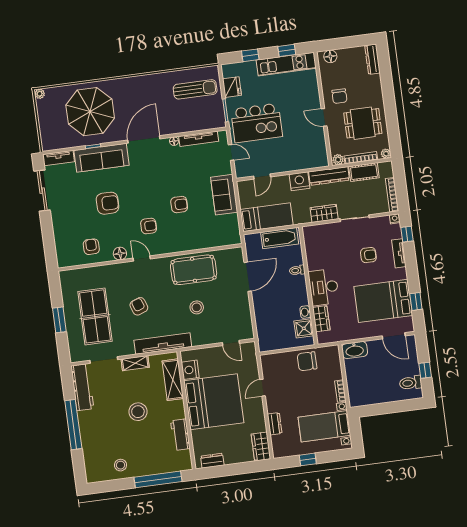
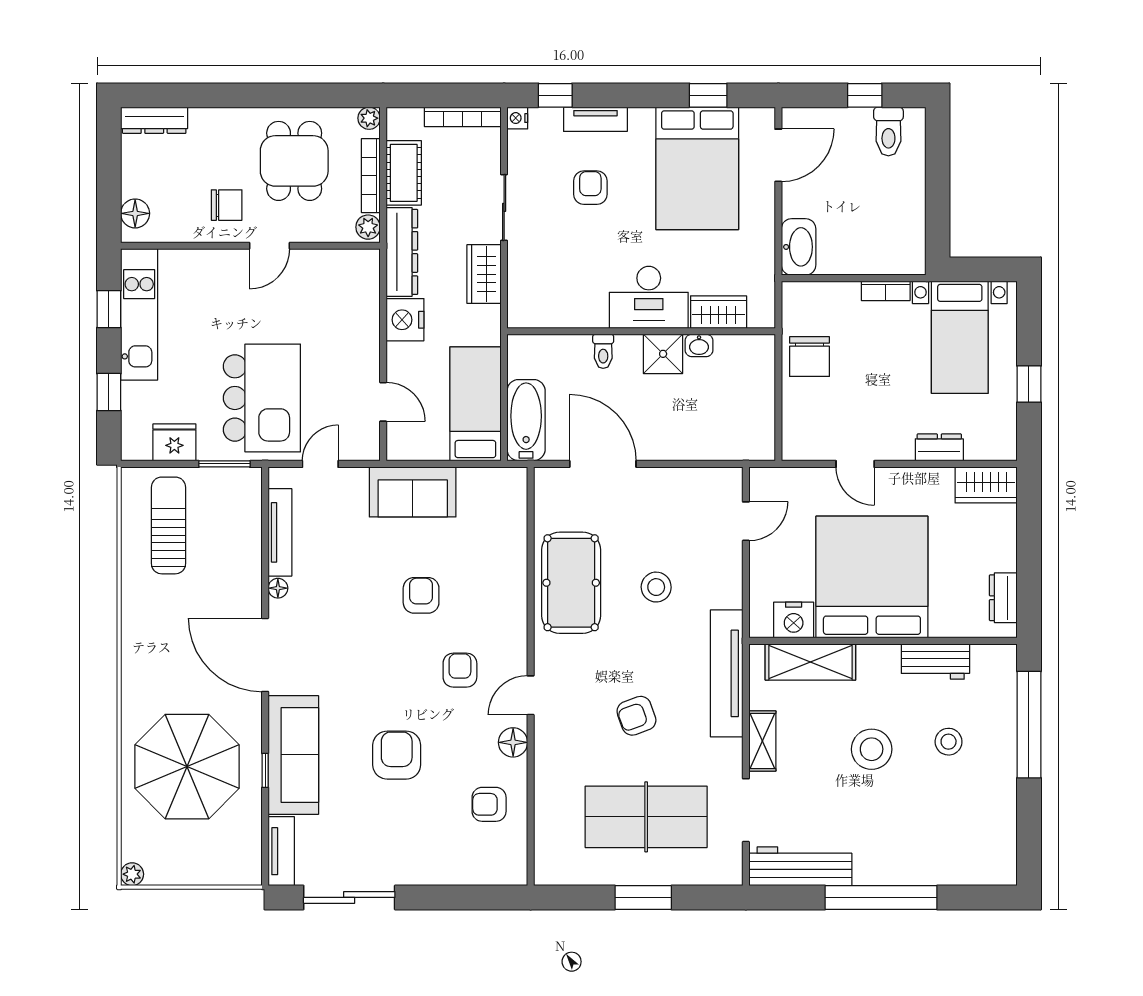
bathtub: (280, 238) -> (526, 420), moved
shower: (304, 328) -> (663, 354), moved
stool: (121, 465) -> (949, 742), moved

